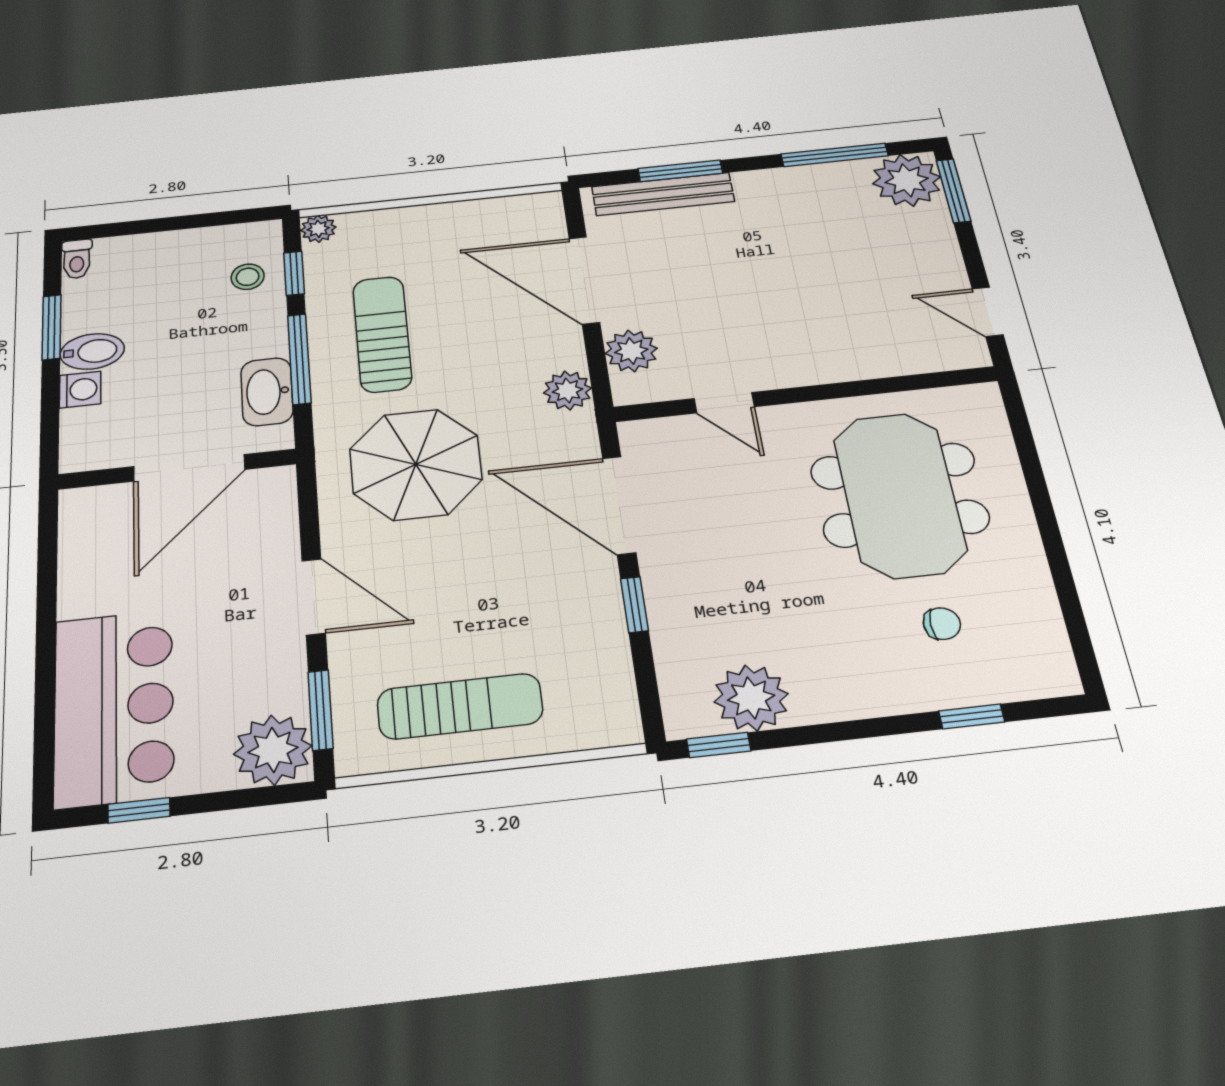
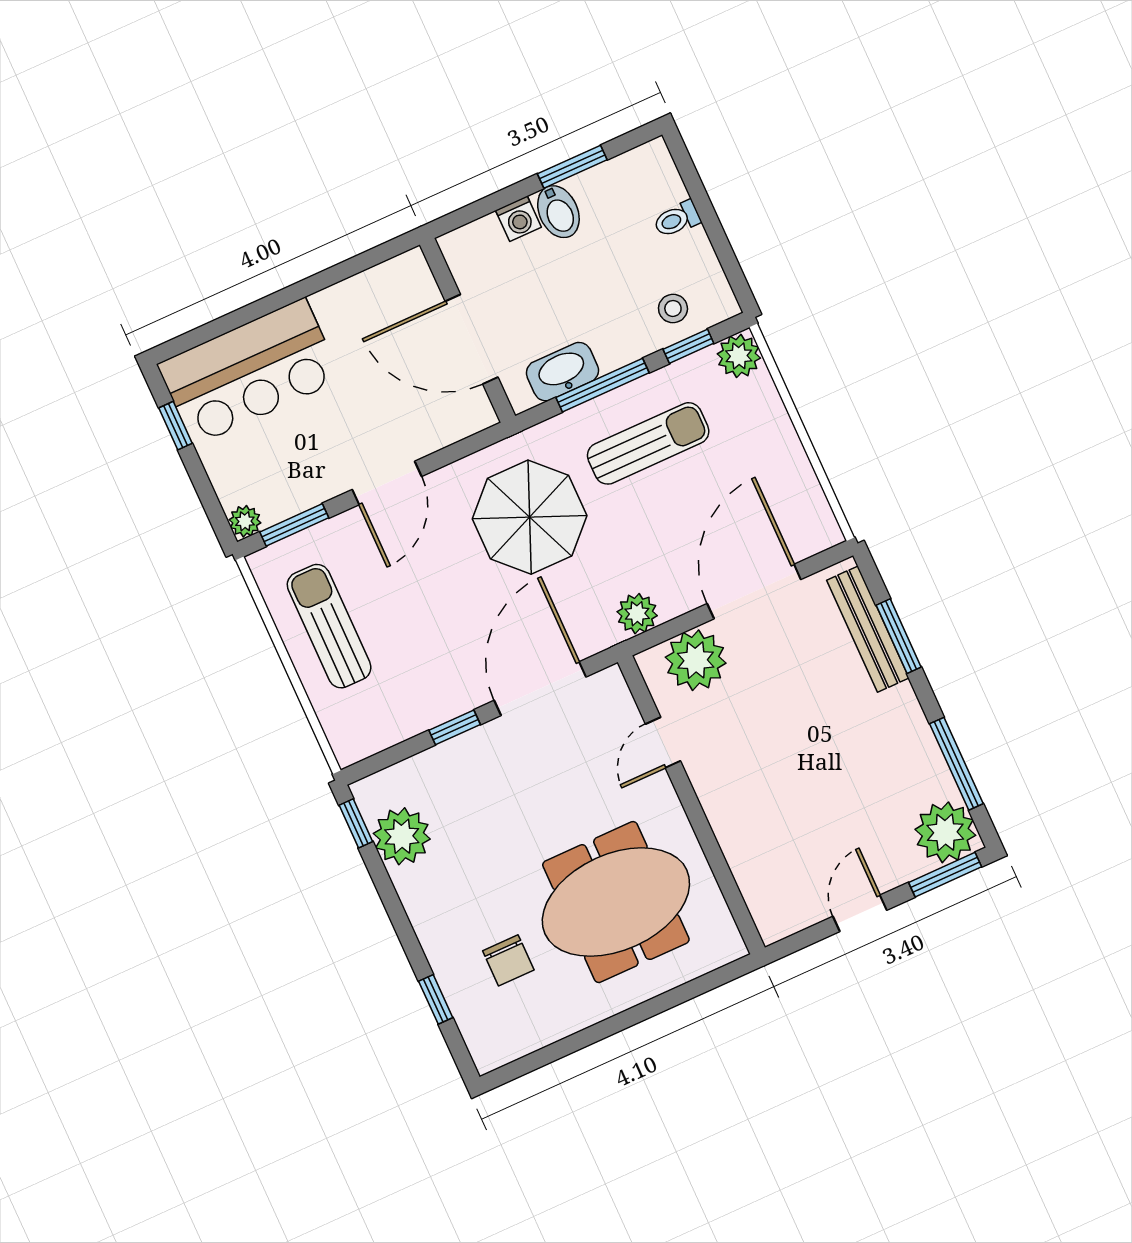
plant: (318, 229) -> (739, 356), width x1.38, depth x1.38
toilet: (77, 259) -> (677, 219), moved
door: (988, 312) -> (860, 913), moved
plant: (631, 351) -> (696, 660), width x1.36, depth x1.36
chair: (942, 624) -> (508, 960), width x1.37, depth x1.37
sun lounger: (460, 706) -> (329, 626), turned 180
plant: (273, 750) -> (245, 521), width x0.53, depth x0.53

